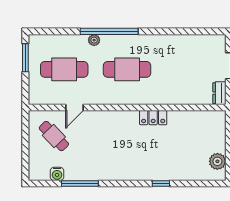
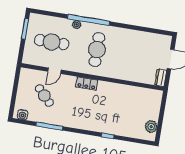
cafe table: (127, 69) -> (97, 50), turned 90
locker: (153, 118) -> (87, 84), moved
cafe table: (54, 136) -> (44, 96), moved
water cooler: (57, 174) -> (23, 115), moved

